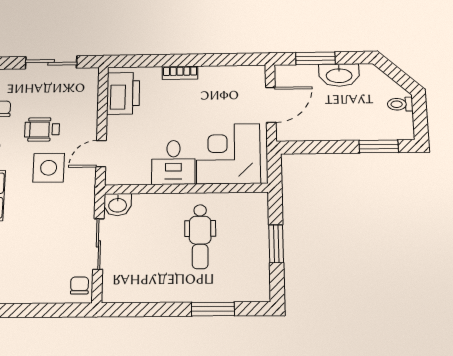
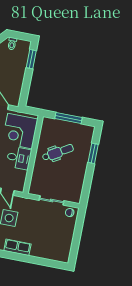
washbasin: (118, 205) -> (34, 188), removed
dental chair: (200, 237) -> (58, 152), turned -31
window: (276, 244) -> (69, 118), width x1.44

